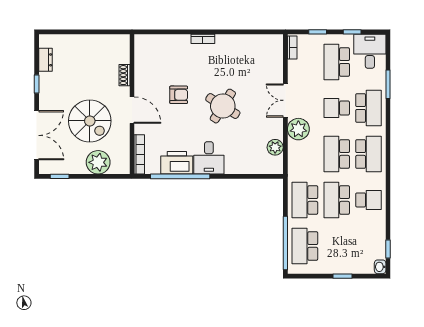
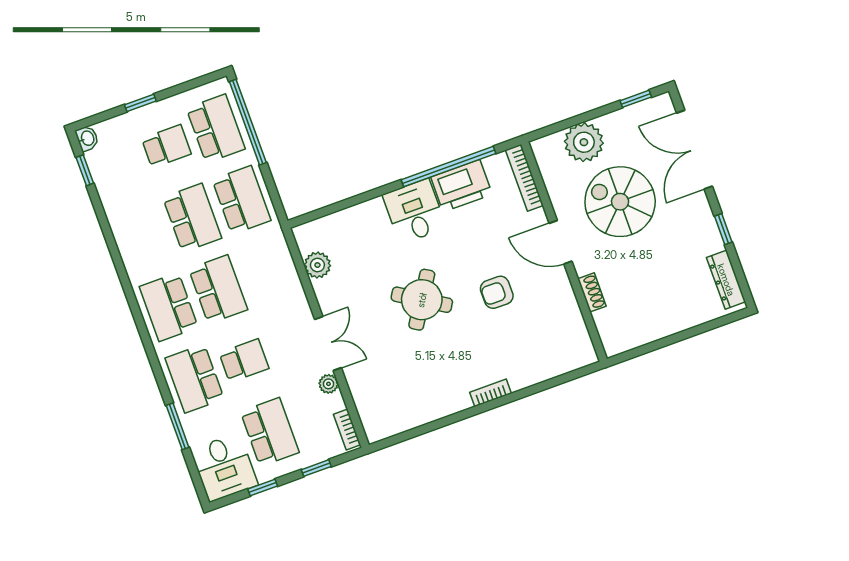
dresser: (46, 60) -> (726, 280), width x1.44
plant: (298, 129) -> (328, 384), moved, width x0.53, depth x0.53
school desk: (368, 200) -> (166, 146), moved, turned 180

